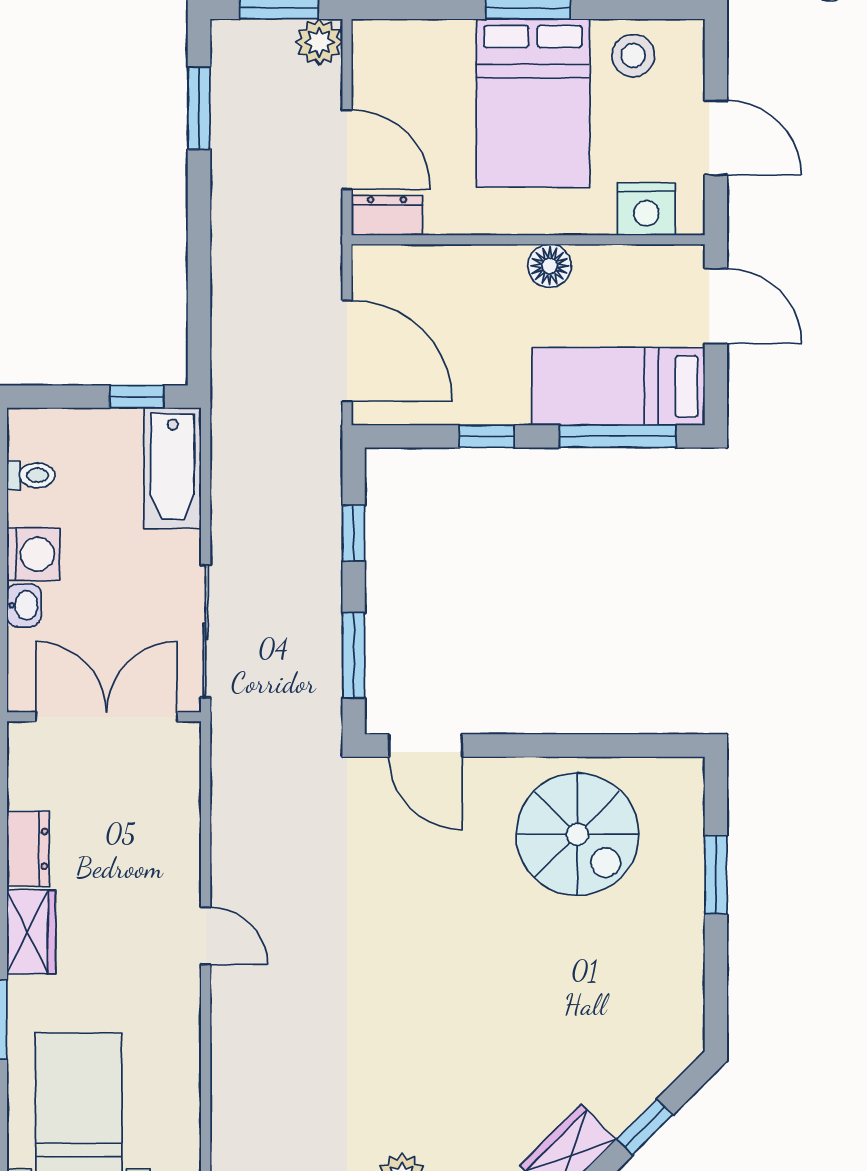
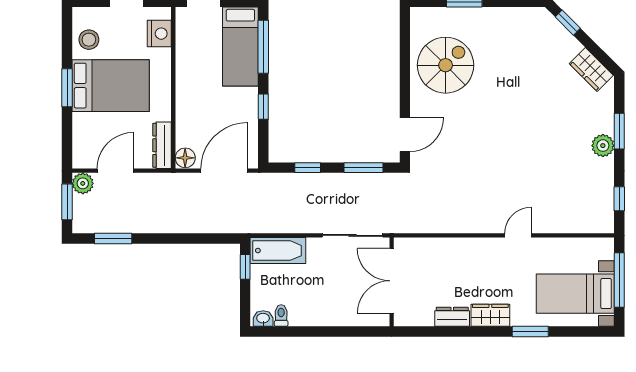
door: (347, 149) -> (115, 171), moved
dresser: (387, 215) -> (162, 145), width x1.44
floor lamp: (550, 266) -> (185, 158), moved
washing machine: (33, 554) -> (317, 314), removed
washbasin: (24, 605) -> (263, 319), moved
door: (206, 936) -> (518, 235), moved
window: (645, 1127) -> (568, 23), moved

